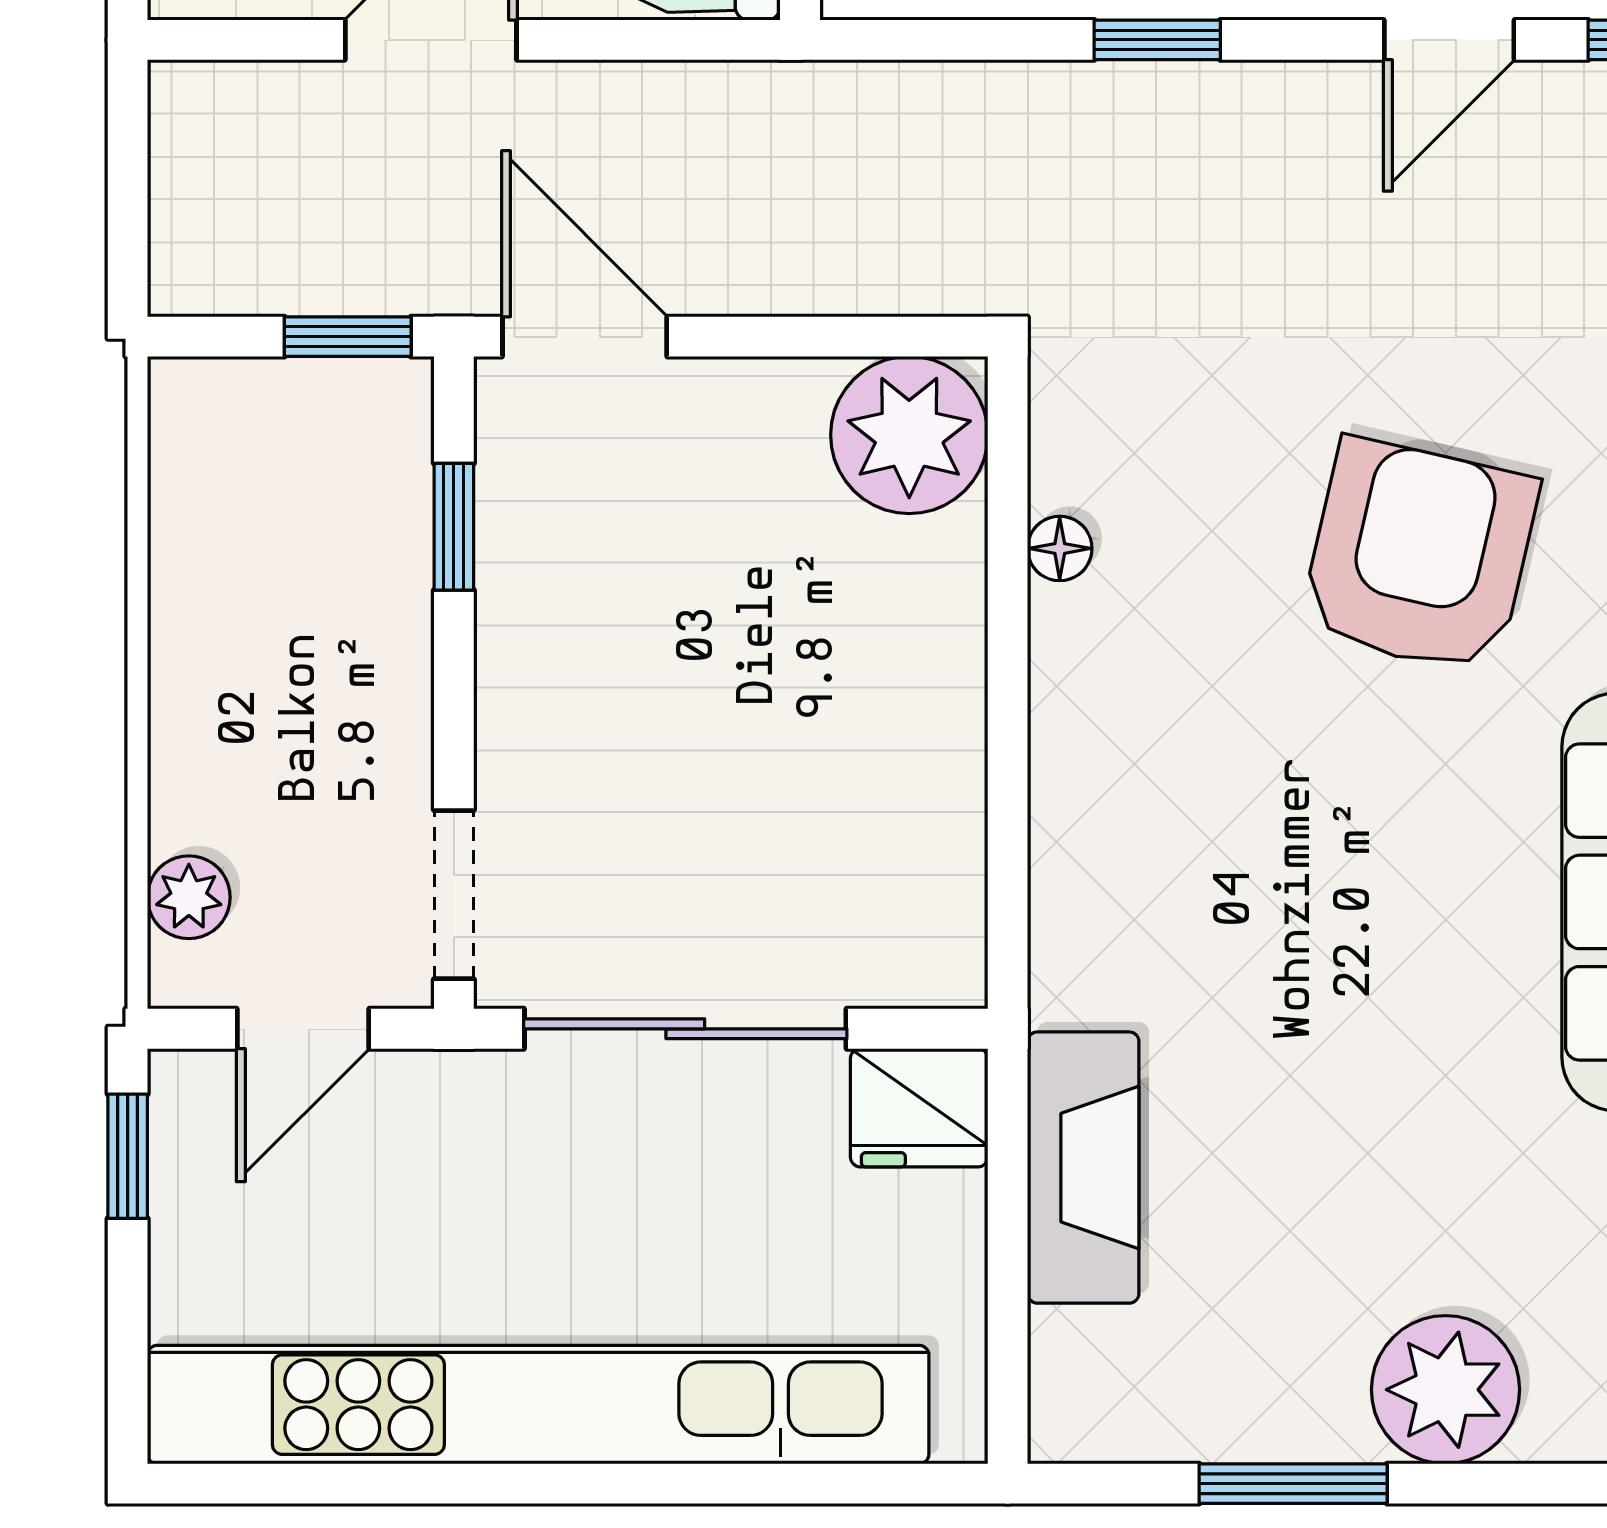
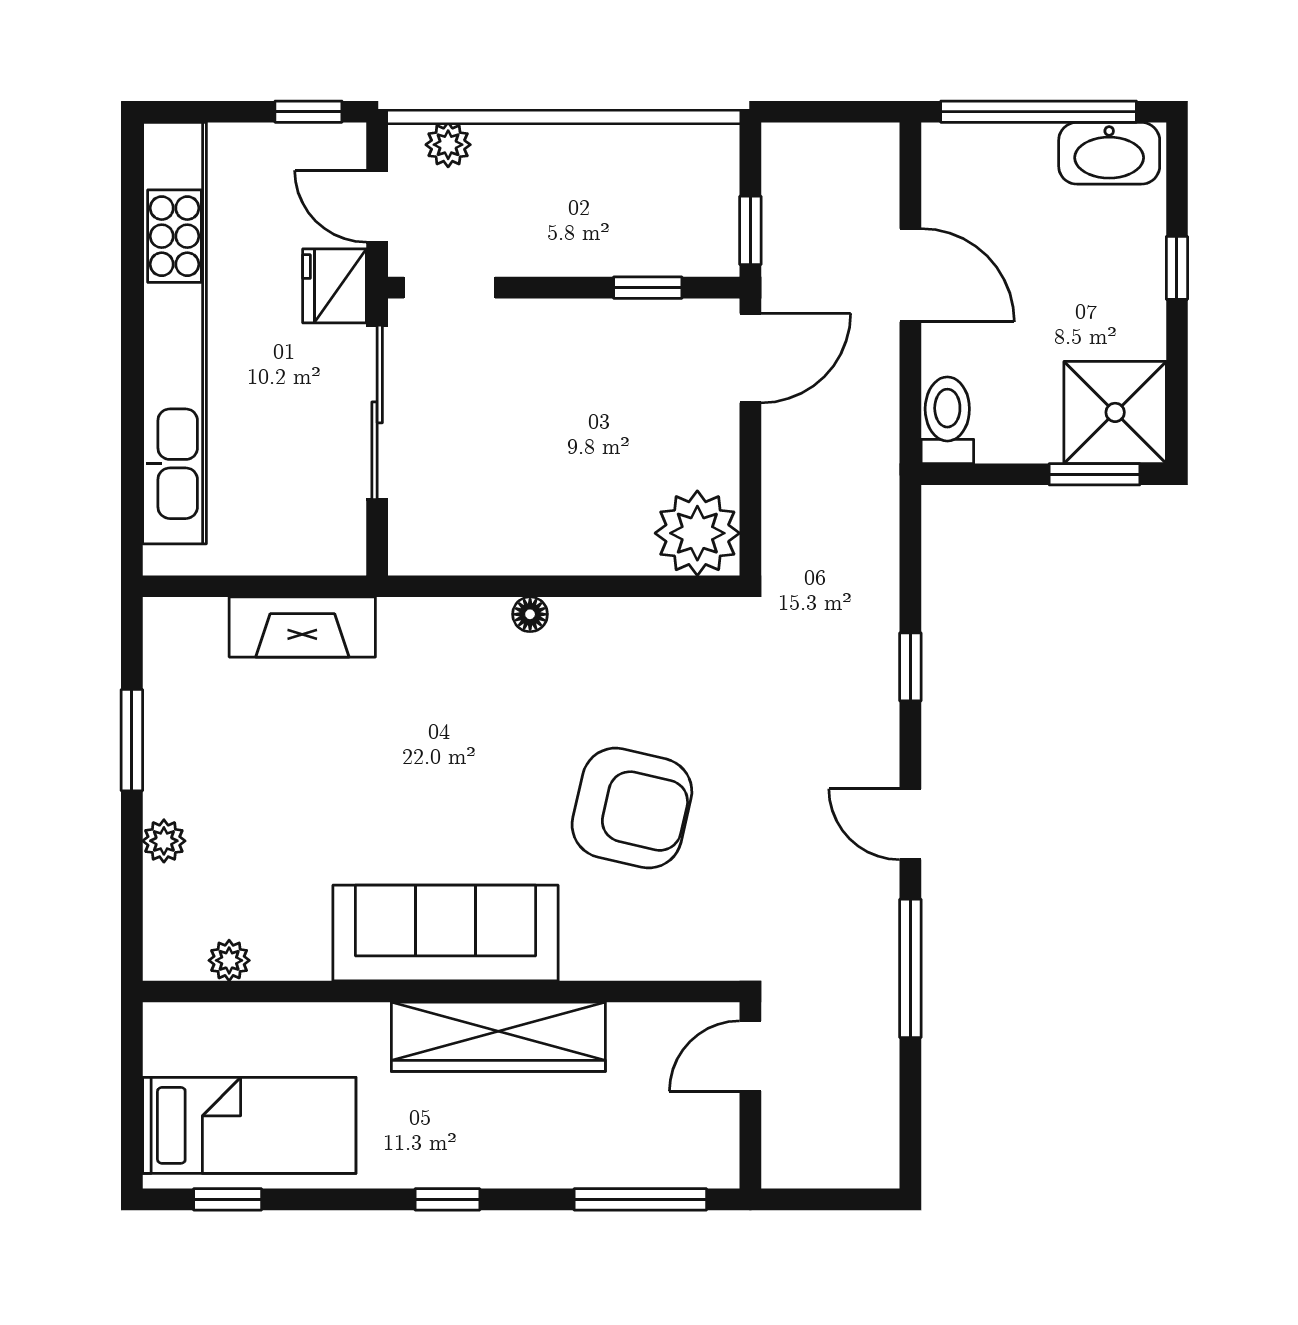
floor lamp: (1060, 548) -> (530, 614), moved
fridge: (919, 1108) -> (335, 286), moved
plant: (1445, 1390) -> (164, 841), width x0.53, depth x0.53

